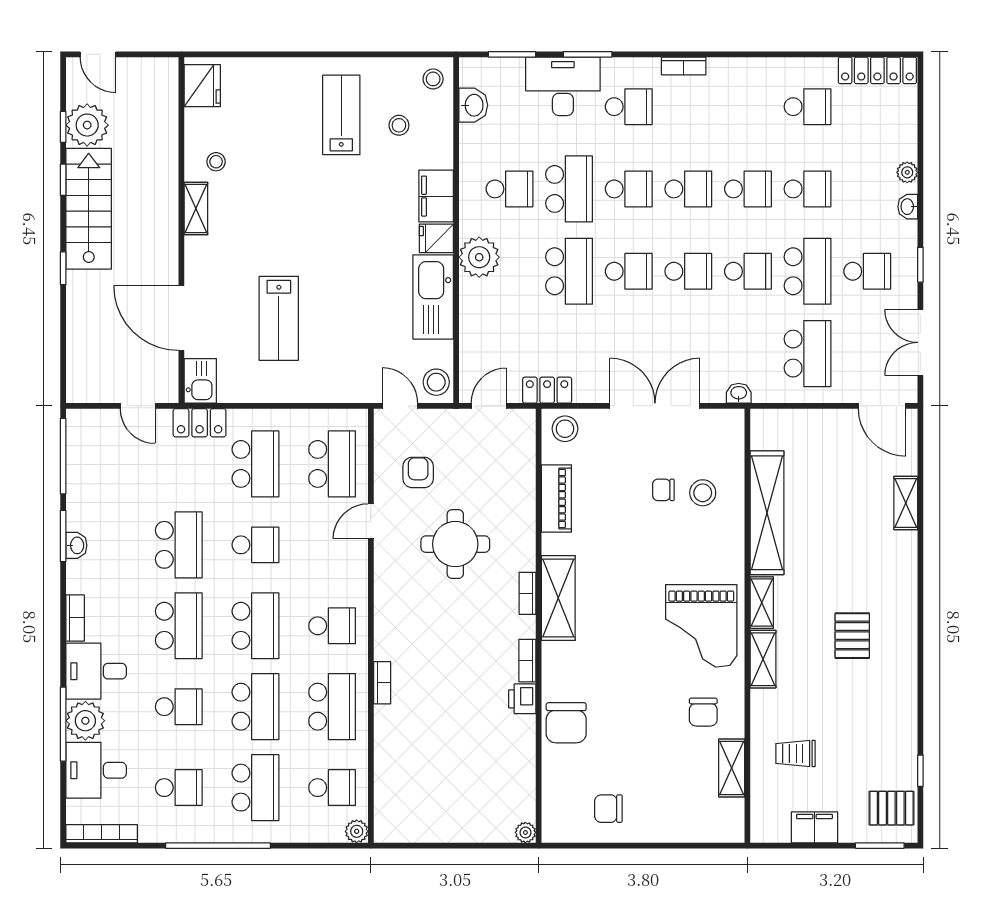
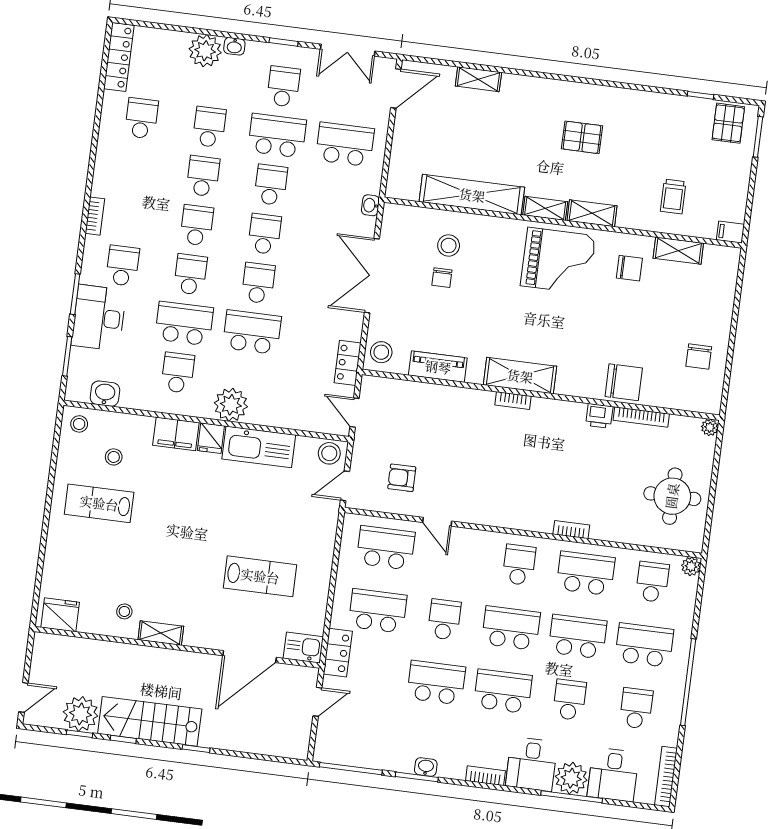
plant: (907, 172) -> (205, 51), width x1.88, depth x1.88
round table: (455, 544) -> (672, 496), moved
bookcase: (527, 661) -> (641, 417), moved, width x1.56
filing cabinet: (815, 827) -> (730, 232), moved, width x0.50

